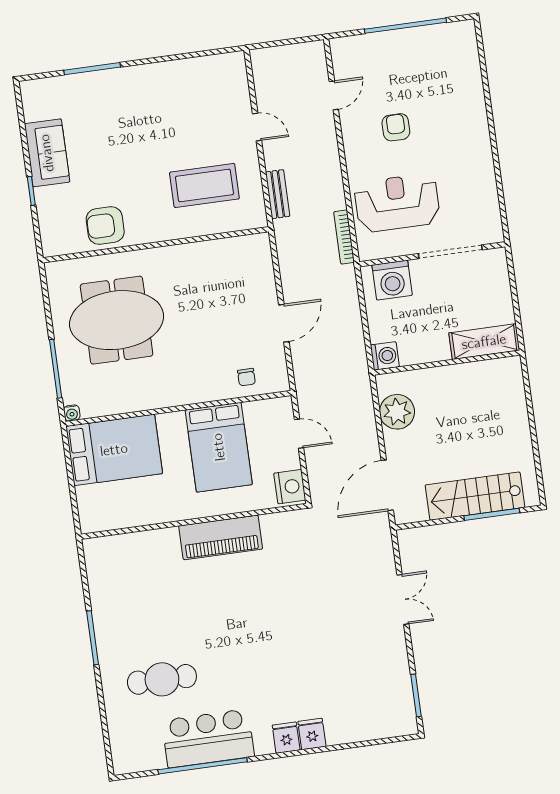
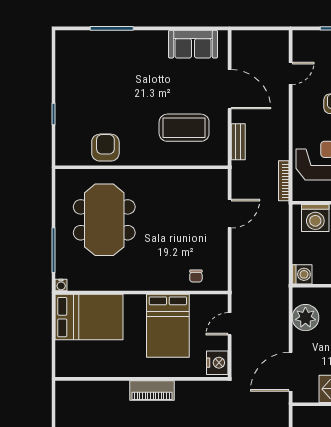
door: (257, 127) -> (230, 89), width x1.87
sofa: (47, 153) -> (193, 44), moved, turned 90
armchair: (105, 225) -> (105, 148), turned 90
meeting table: (117, 320) -> (104, 220), turned 90
door: (284, 323) -> (230, 214), moved
door: (299, 434) -> (230, 324), swing flipped
piano: (221, 537) -> (152, 390), width x0.73, depth x0.75

